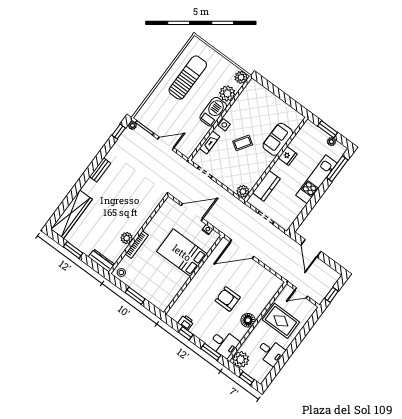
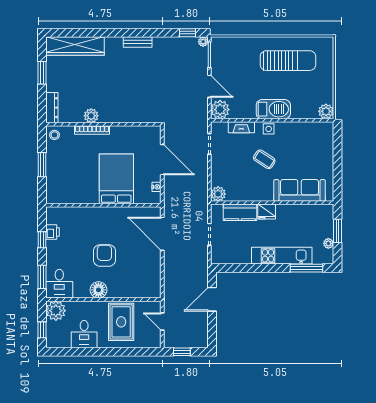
plant: (227, 93) -> (220, 110), moved
sofa: (278, 139) -> (299, 190), width x1.36
fridge: (288, 156) -> (267, 212), moved

